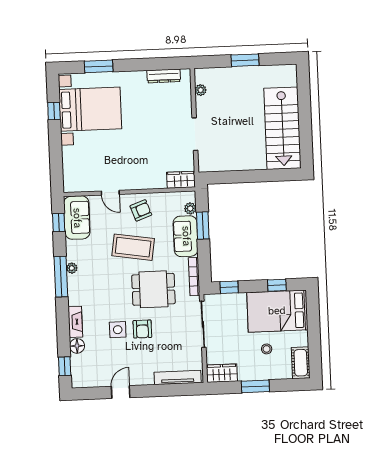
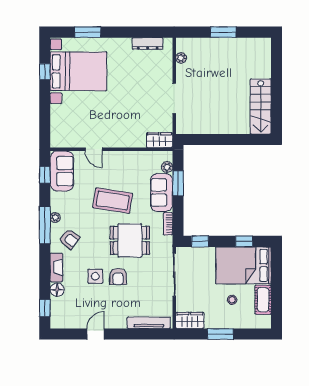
stairs: (282, 128) -> (261, 107), width x0.73, depth x0.66
armchair: (141, 210) -> (69, 239), moved, turned 57
bookcase: (194, 277) -> (168, 224), width x0.64
cot: (301, 363) -> (263, 300), moved

